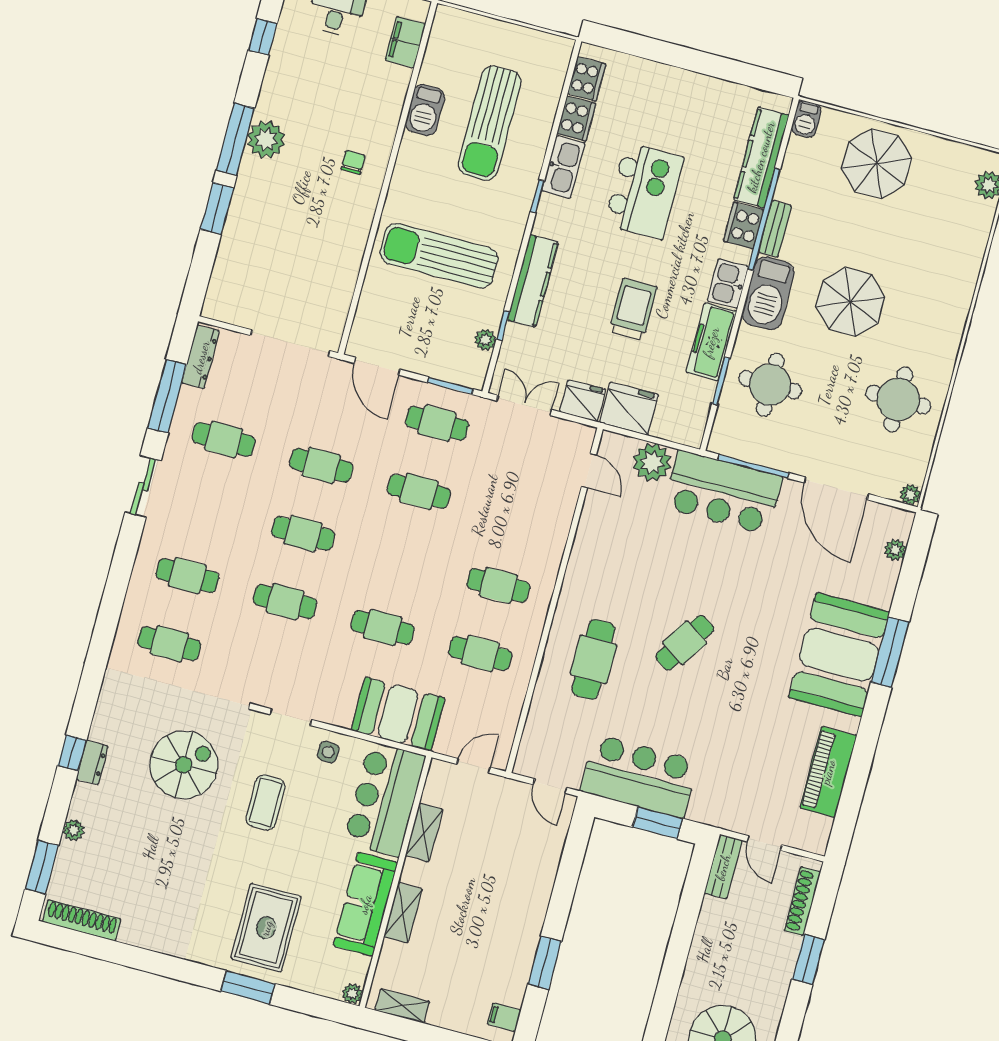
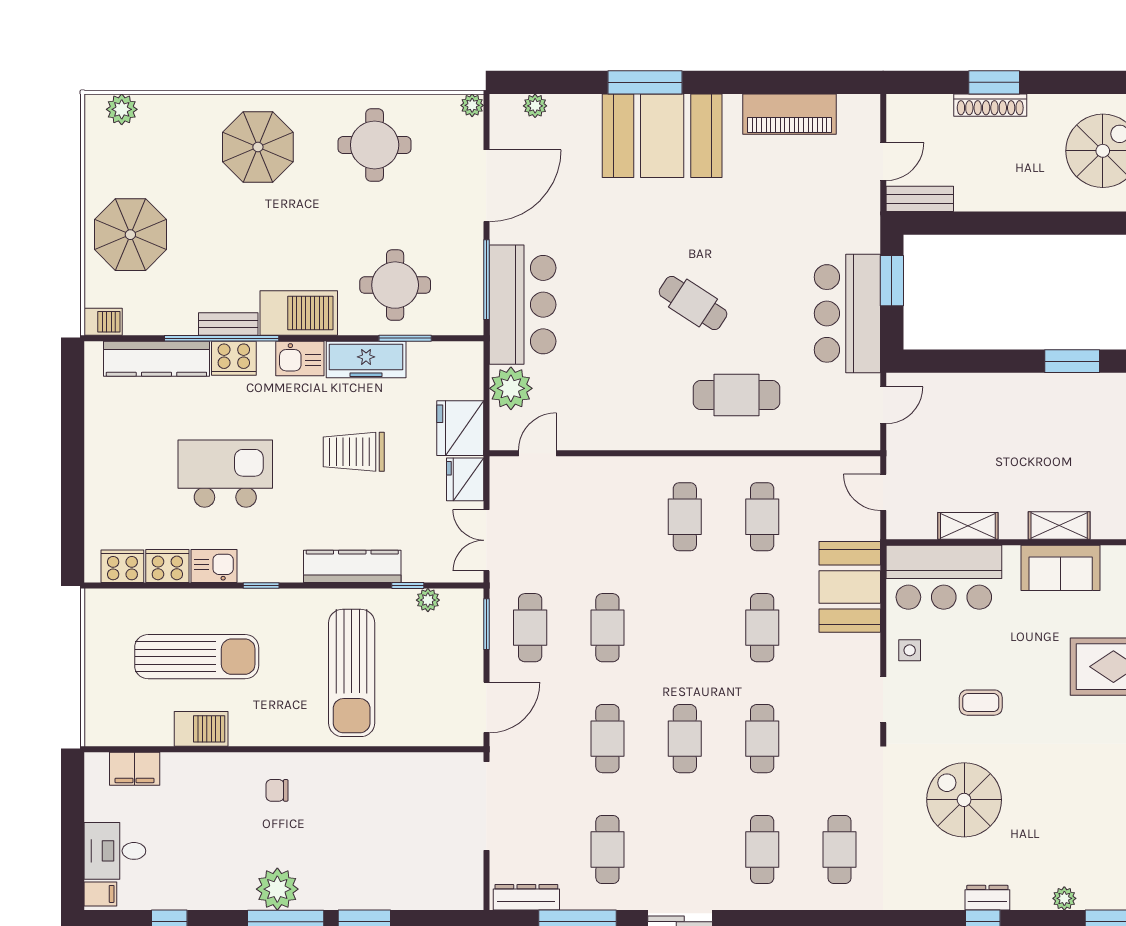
kitchen sink: (563, 167) -> (214, 566), width x0.73
parasol: (850, 302) -> (258, 147), moved
coffee table: (266, 802) -> (981, 703), width x0.73, depth x0.77
shoe rack: (802, 901) -> (990, 105), moved
sofa: (365, 904) -> (1061, 568), width x0.73

